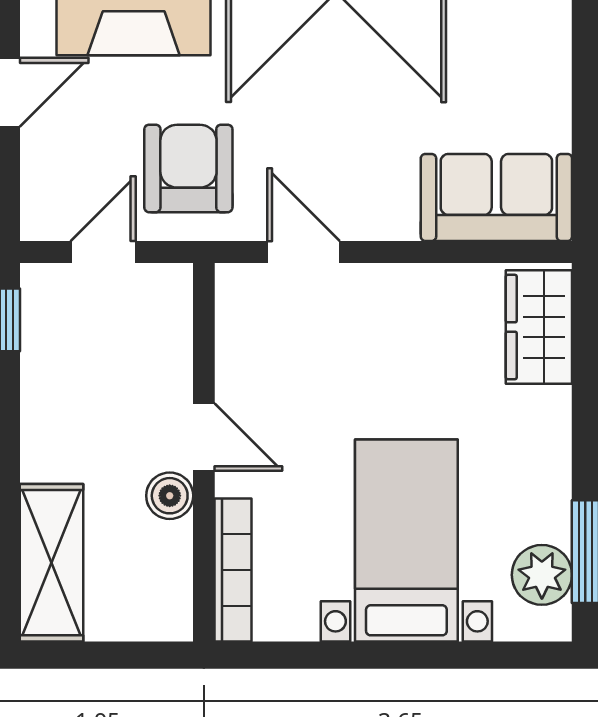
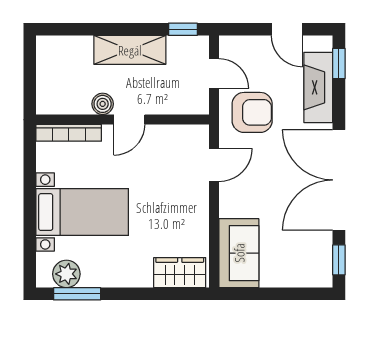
shelving: (51, 563) -> (130, 50), moved

